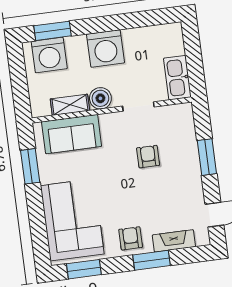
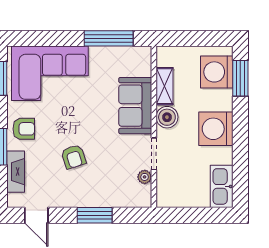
kitchen sink: (177, 78) -> (222, 186), moved, turned -90
plant: (162, 113) -> (145, 177), added
sofa: (72, 134) -> (135, 106), moved
armchair: (148, 157) -> (74, 157), moved, turned 72
window: (30, 166) -> (109, 38), width x1.44

